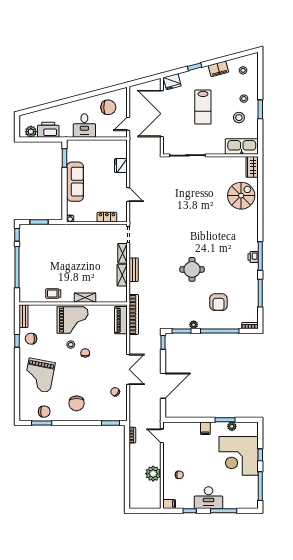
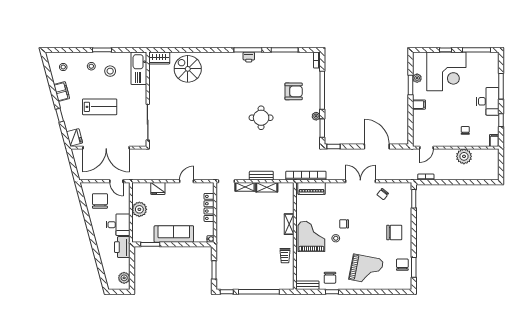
printer: (48, 130) -> (122, 247), moved
plant: (100, 147) -> (139, 209), added
locker: (107, 217) -> (209, 207), width x1.53

